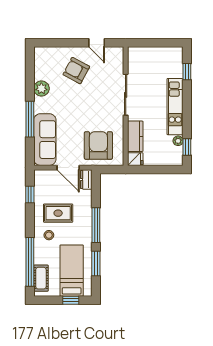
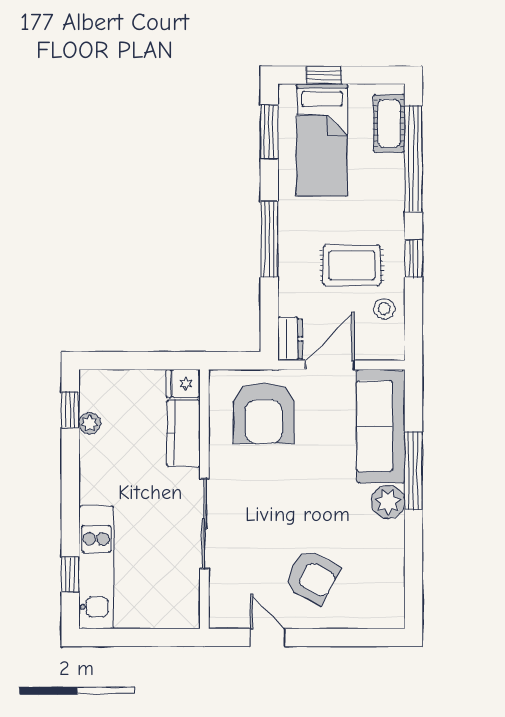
plant: (41, 88) -> (388, 502), moved
kitchen unit: (175, 107) -> (96, 567), moved
door: (68, 168) -> (330, 365), hinge flipped
window: (30, 194) -> (413, 259), moved
stool: (49, 235) -> (384, 309), moved
window: (96, 264) -> (269, 132), moved

